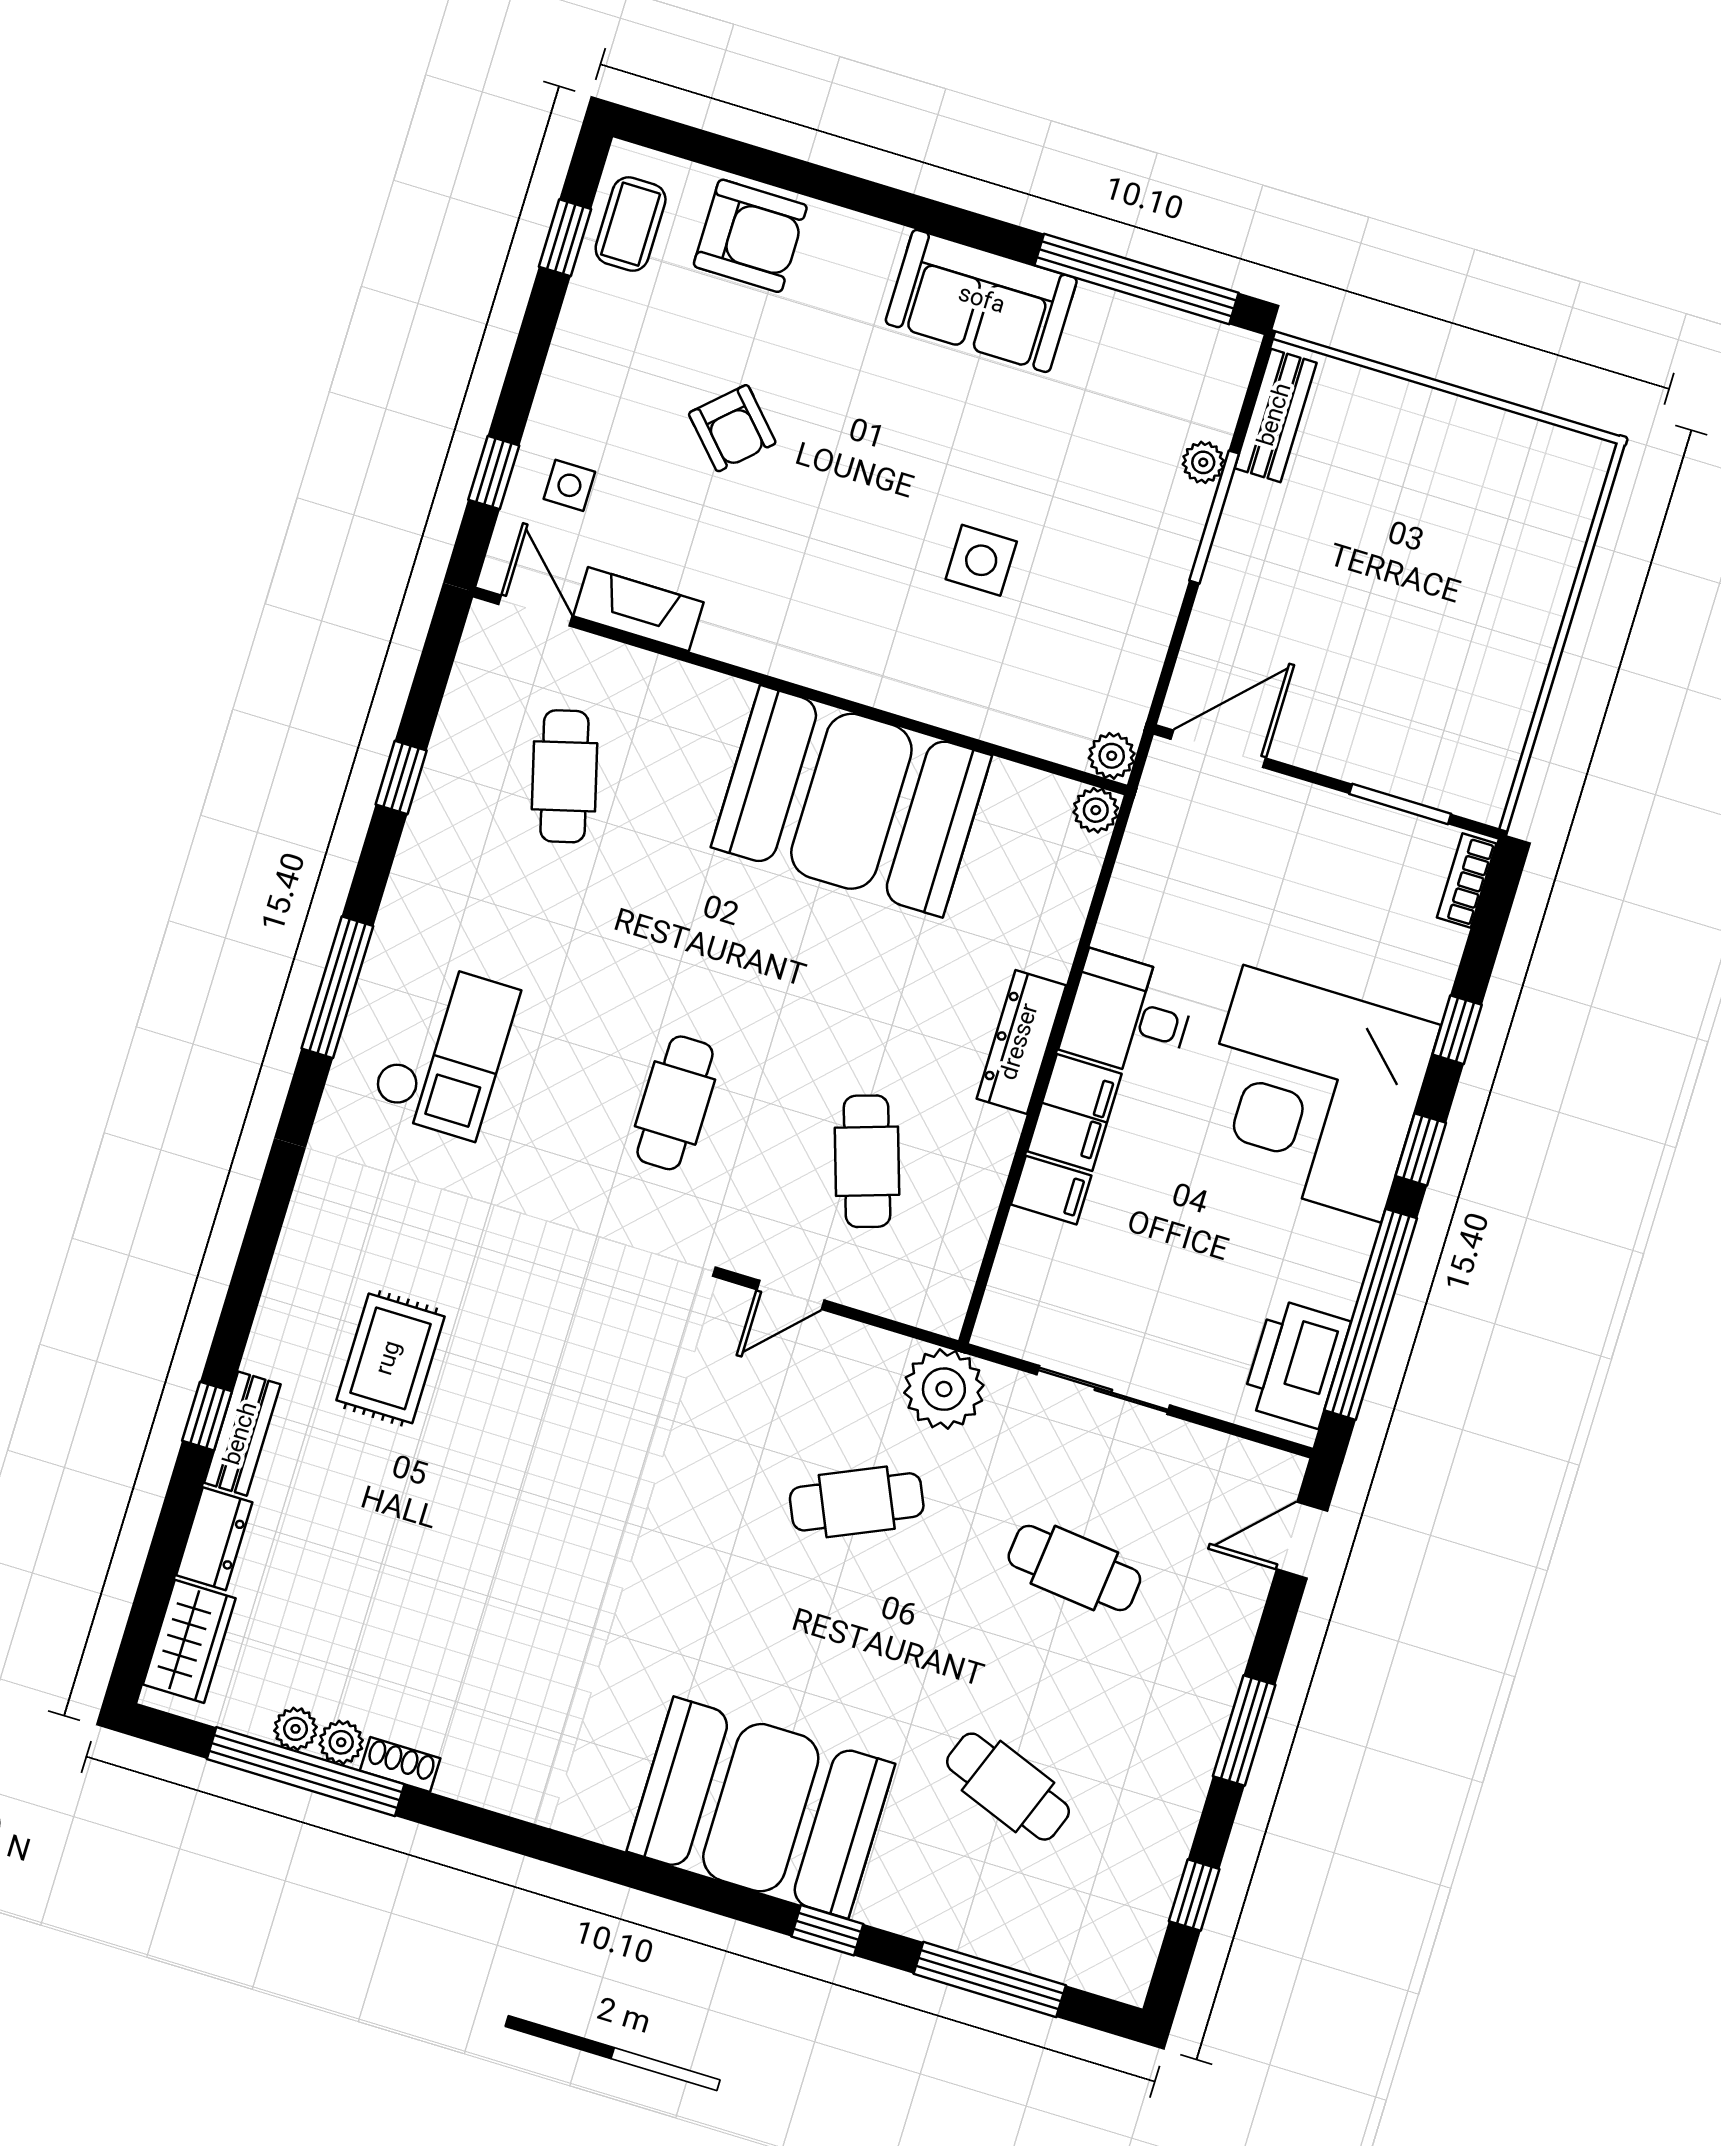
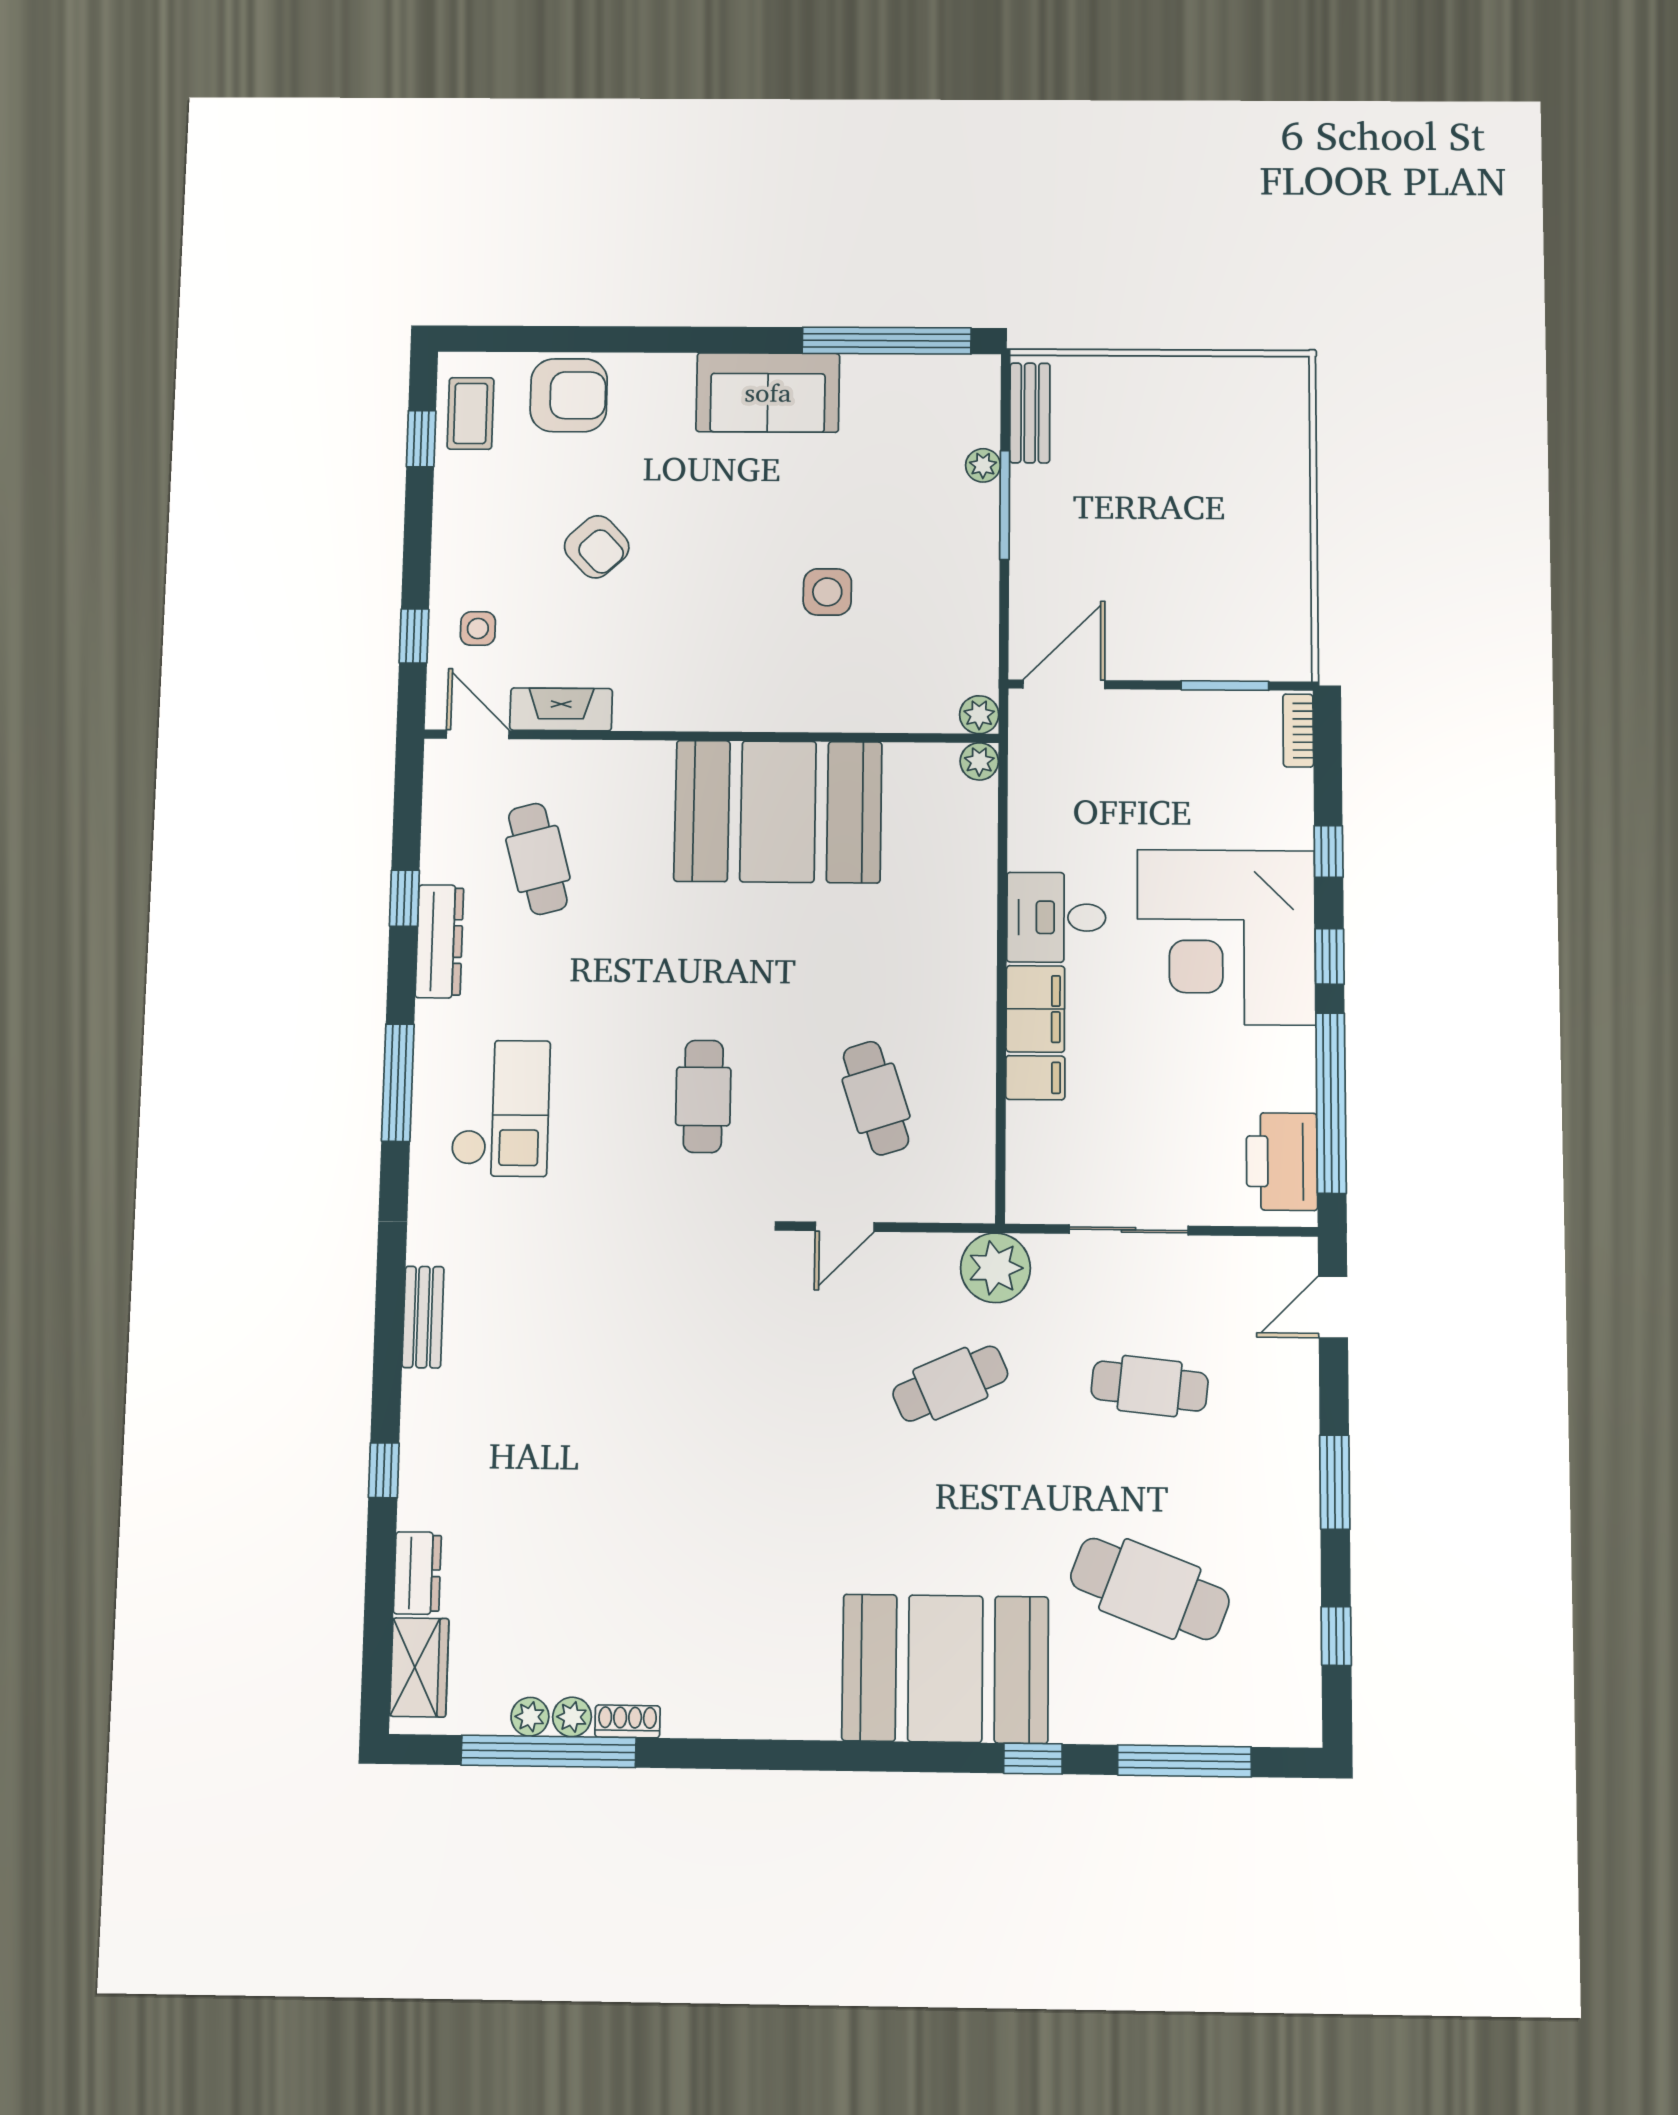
dresser: (1021, 1042) -> (439, 941), moved, turned 180
rug: (390, 1358) -> (525, 1377), removed
bench: (242, 1434) -> (423, 1317), moved
cafe table: (1008, 1787) -> (1150, 1589), width x1.37, depth x1.35

